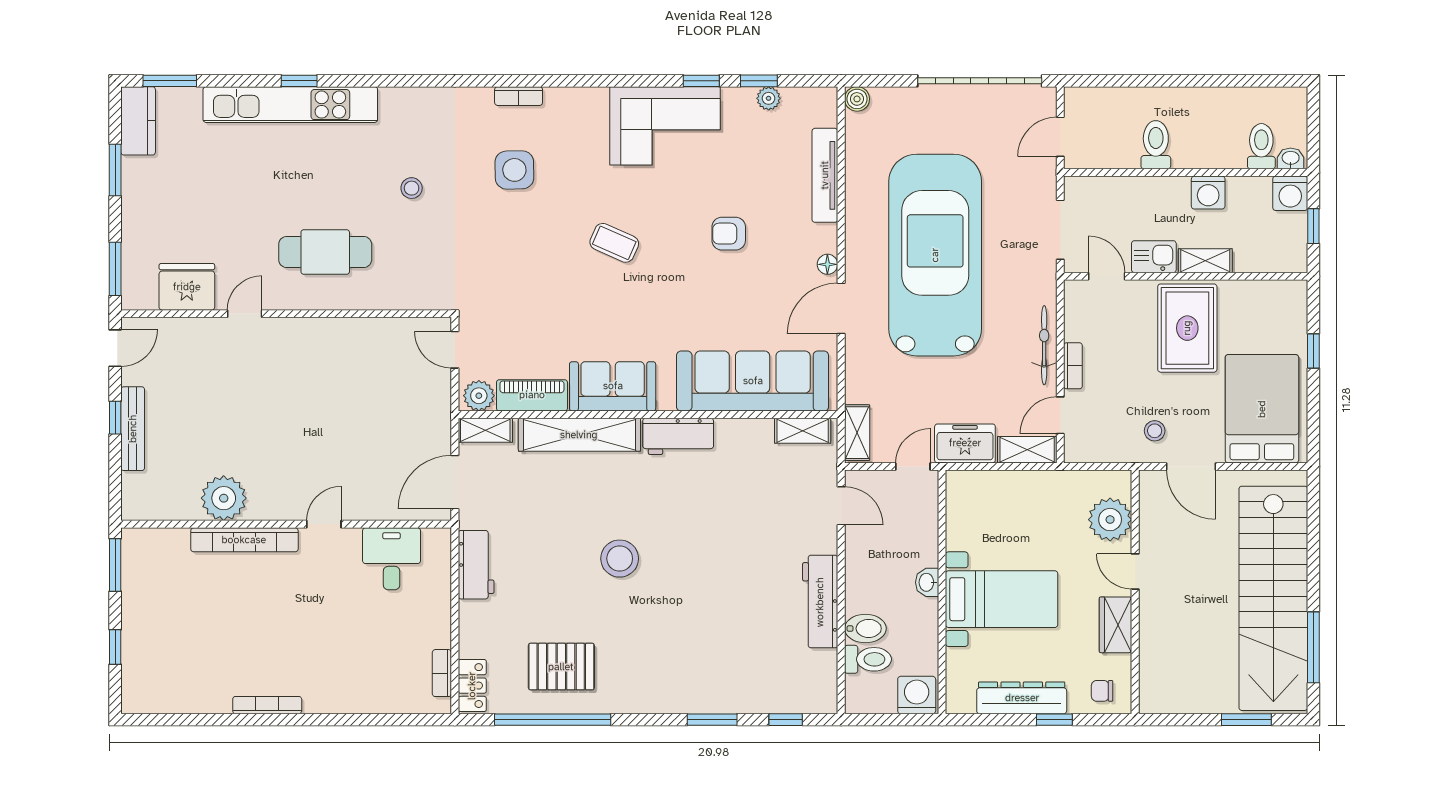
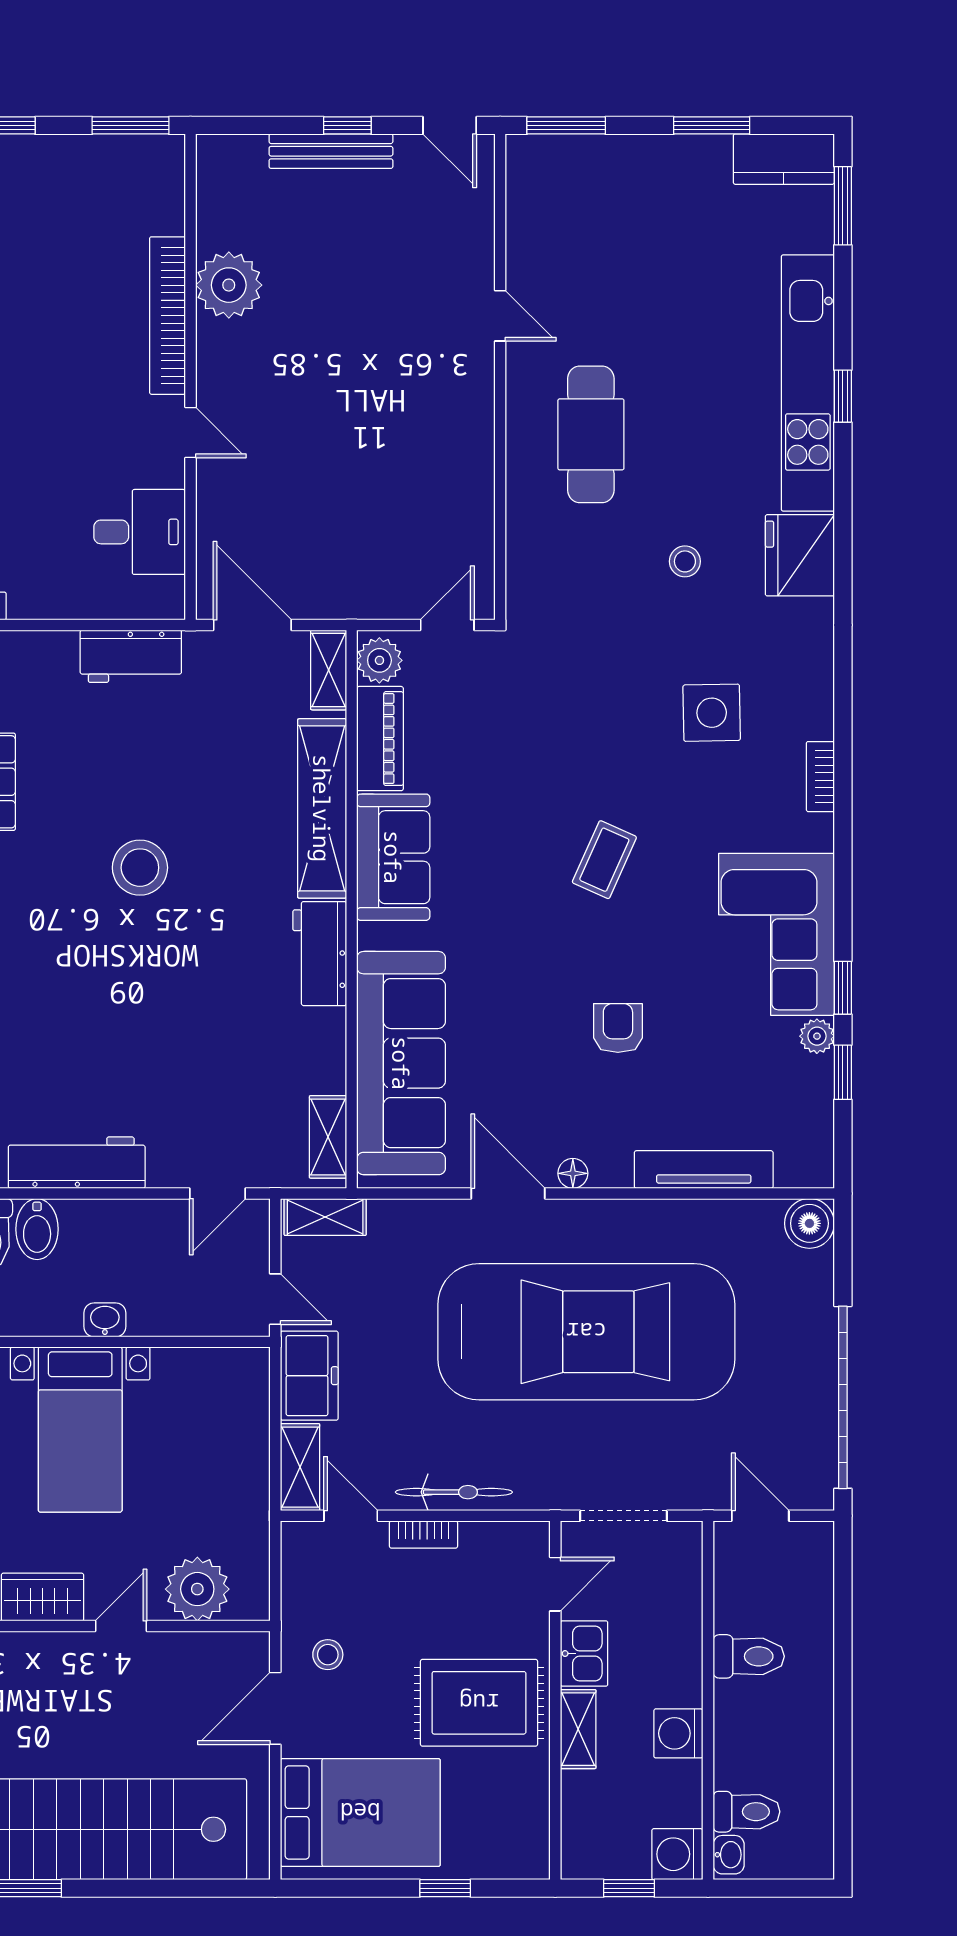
bookcase: (519, 96) -> (820, 777), moved
plant: (769, 98) -> (817, 1036), moved
boiler: (857, 99) -> (809, 1223), width x1.36, depth x1.36
fridge: (187, 287) -> (800, 555), moved, turned 180

